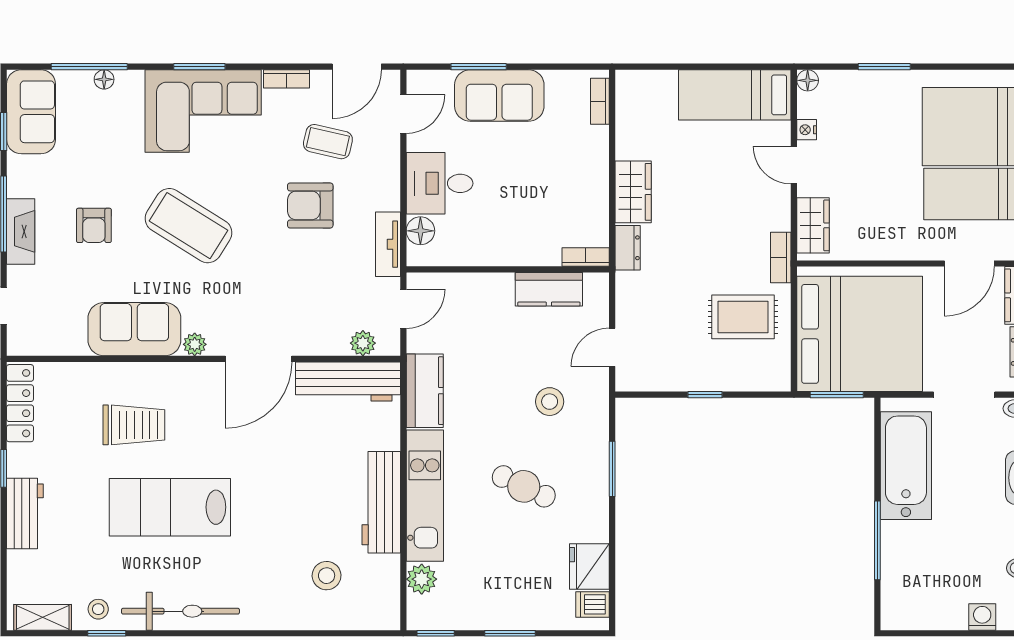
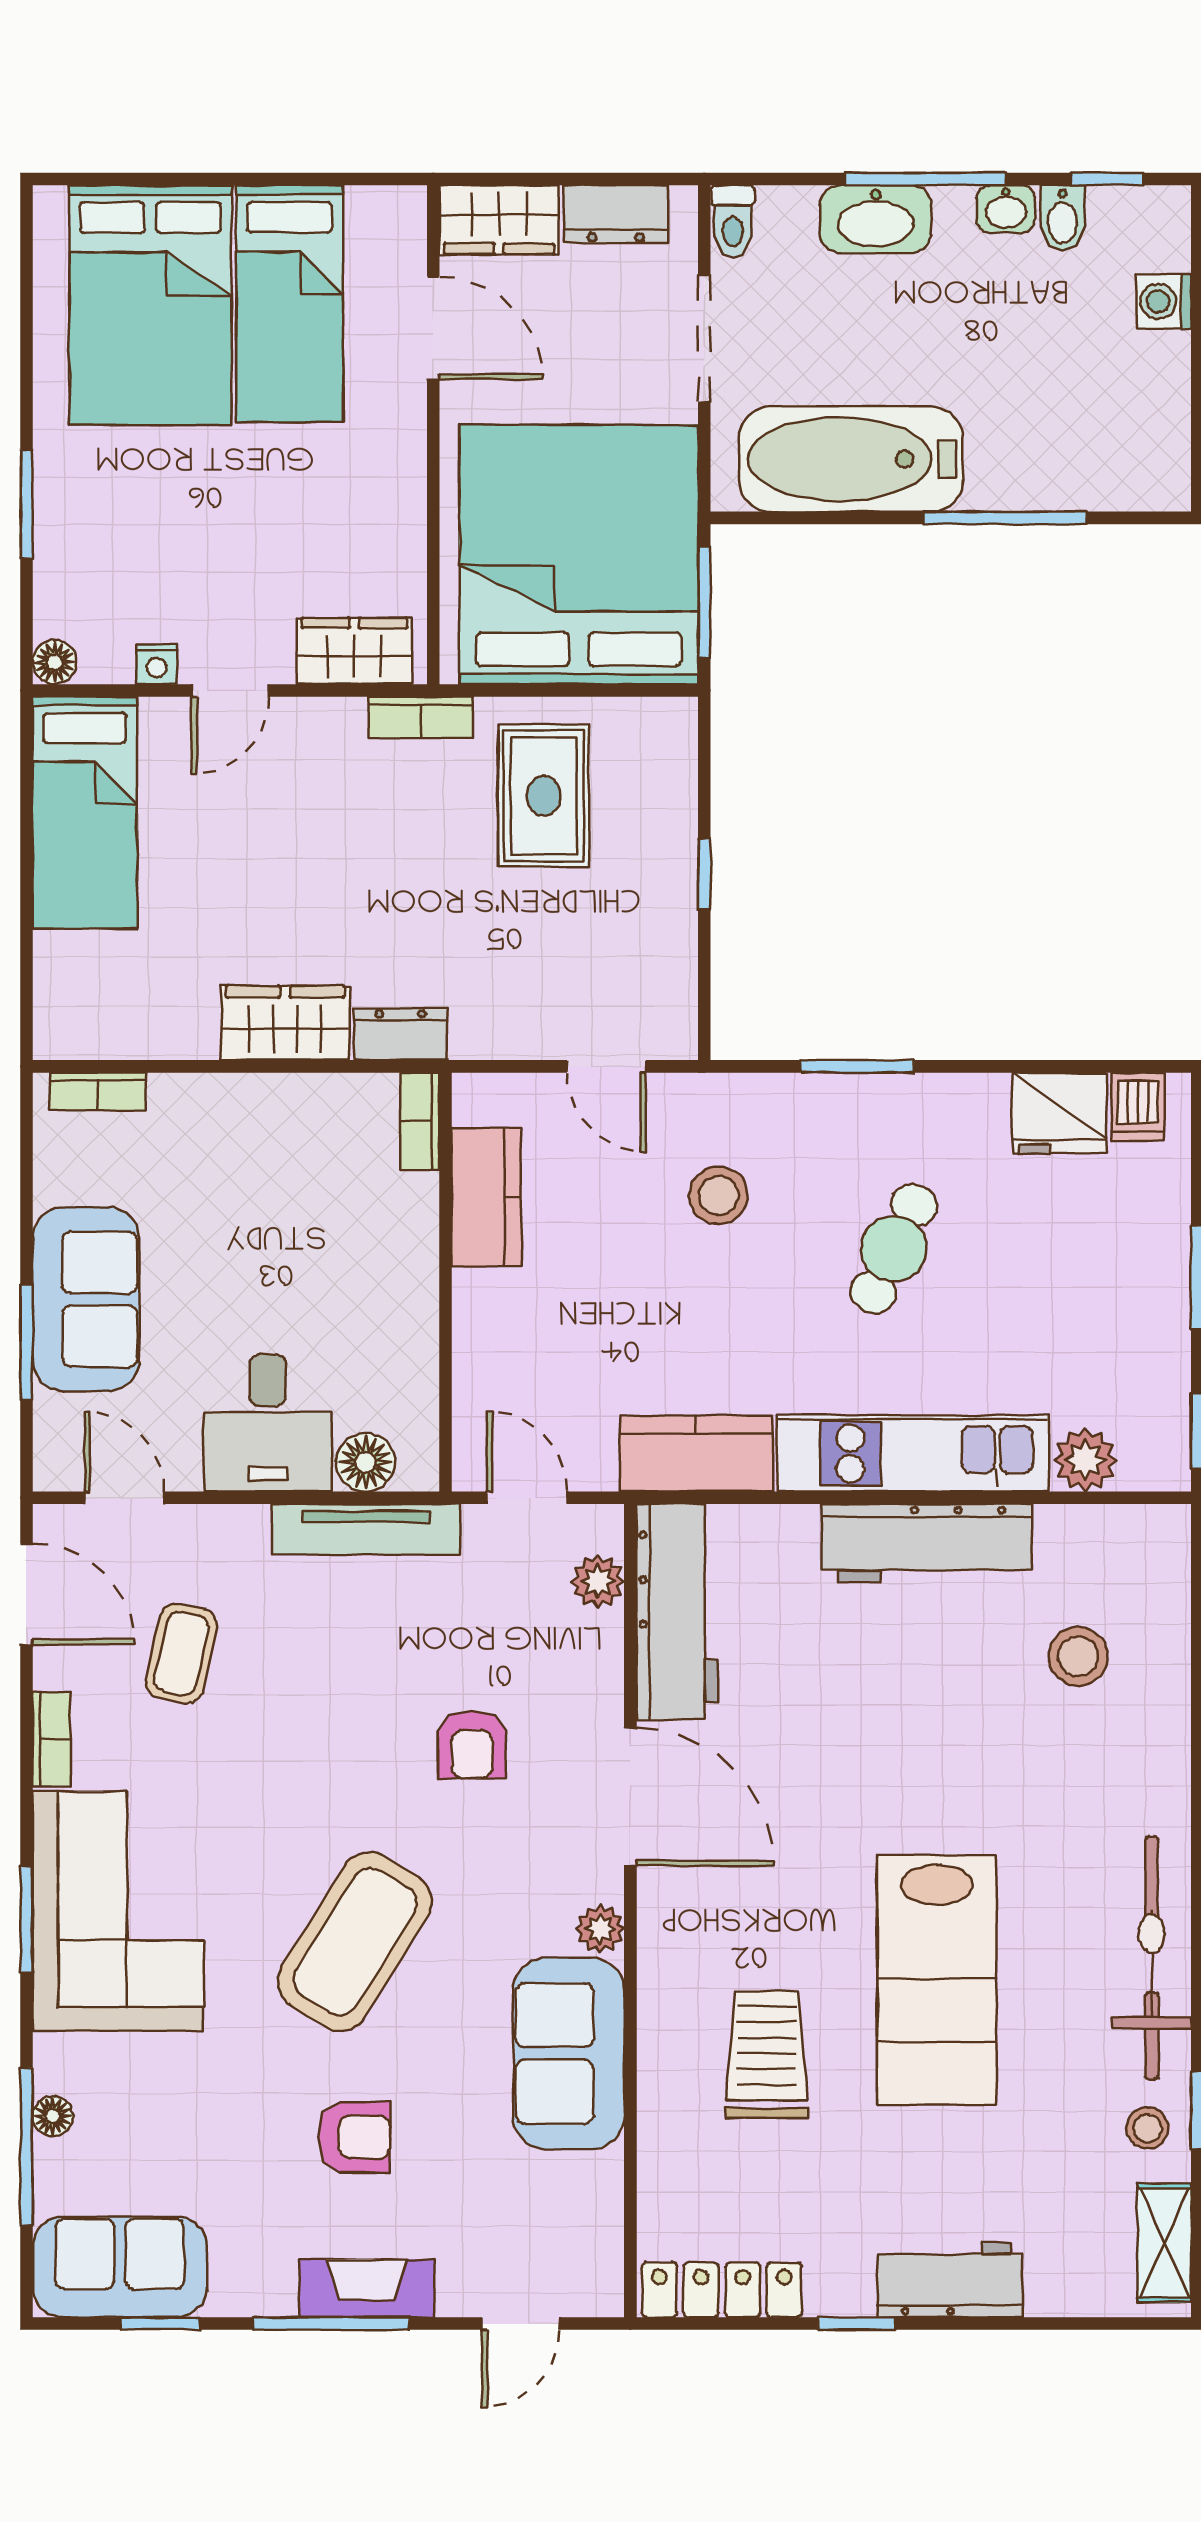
armchair: (310, 205) -> (472, 1745), moved, width x0.72, depth x0.72
tv unit: (388, 244) -> (366, 1529), width x1.41

